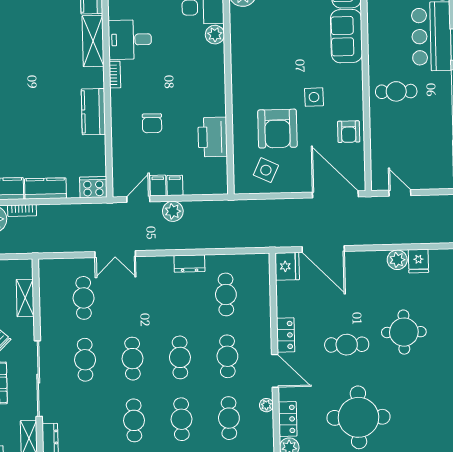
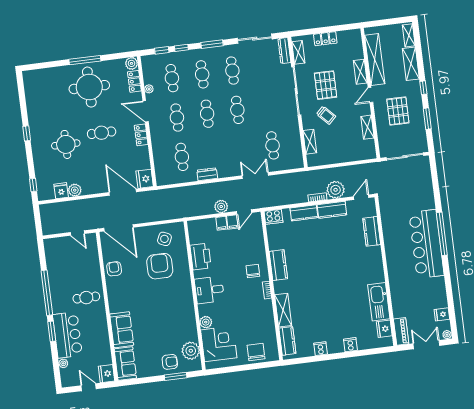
desk: (130, 40) -> (209, 290), moved, turned 180
side table: (314, 97) -> (138, 289), removed
chair: (152, 123) -> (253, 271), moved
cafe table: (85, 360) -> (268, 106), removed

